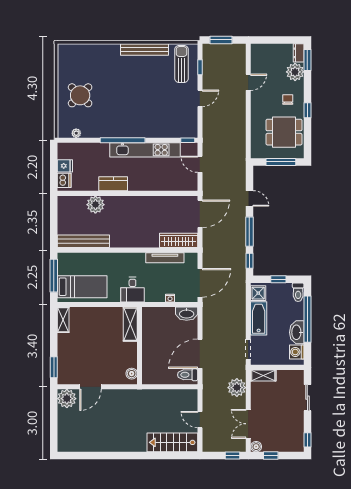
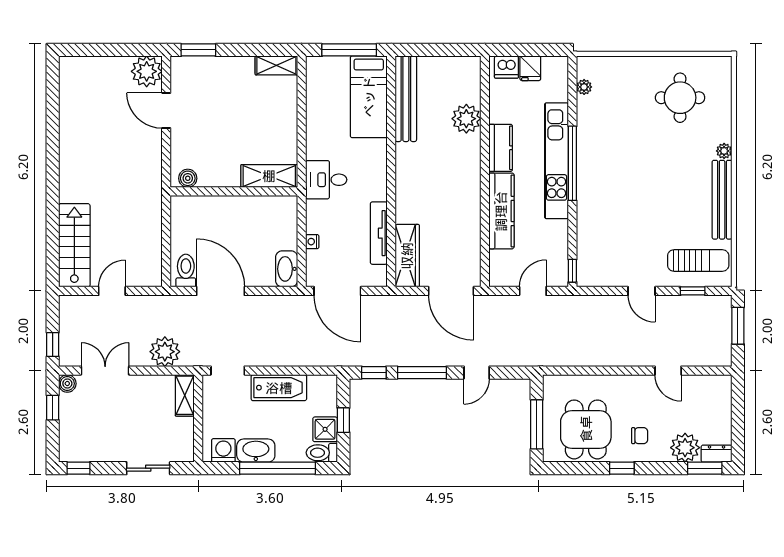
plant: (115, 48) -> (724, 151), added
round table: (80, 95) -> (680, 98), moved, turned 45
kitchen unit: (145, 150) -> (557, 161), moved
kitchen counter: (151, 183) -> (501, 211), added
bed: (82, 287) -> (369, 97), moved
shower: (258, 293) -> (325, 429), moved

